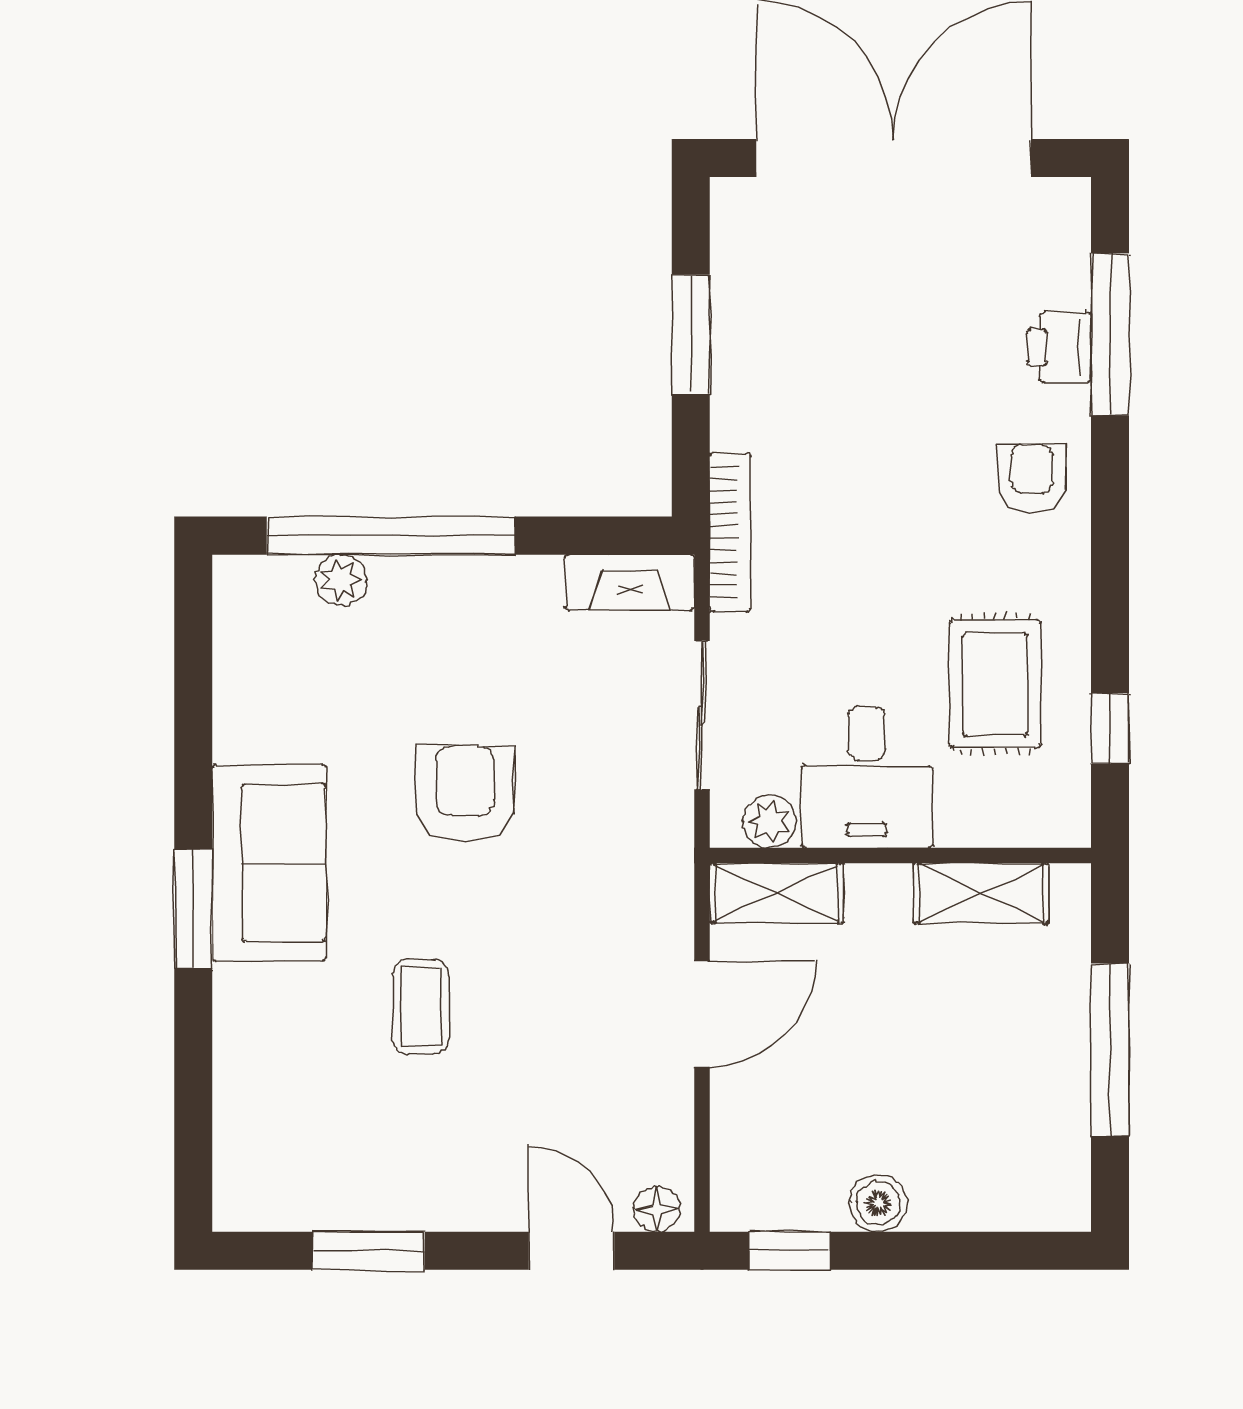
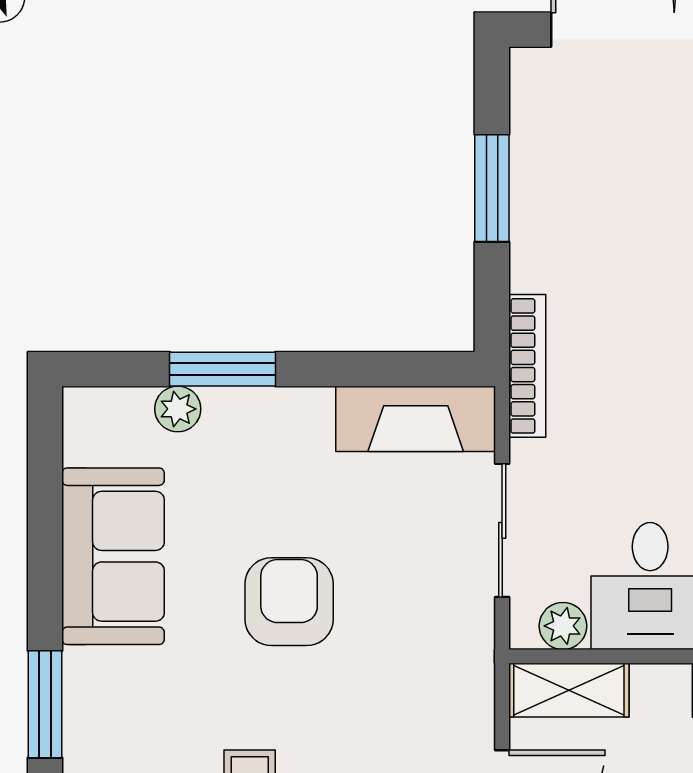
window: (391, 536) -> (223, 369), width x0.47
fireplace: (630, 582) -> (416, 419), width x1.37, depth x1.32
sofa: (269, 863) -> (113, 556), moved

